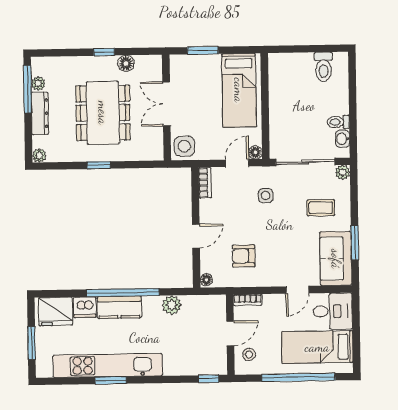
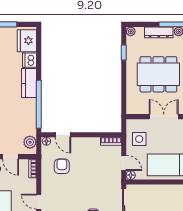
side table: (184, 146) -> (139, 139), moved
window: (99, 165) -> (124, 53), moved
side table: (266, 196) -> (102, 181), removed
door: (196, 236) -> (63, 135), moved
window: (123, 293) -> (39, 104), moved
plant: (172, 305) -> (30, 142), moved

